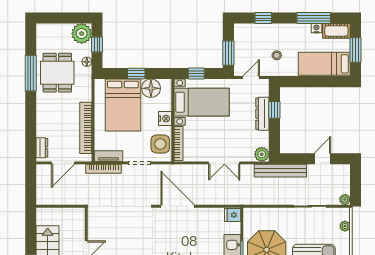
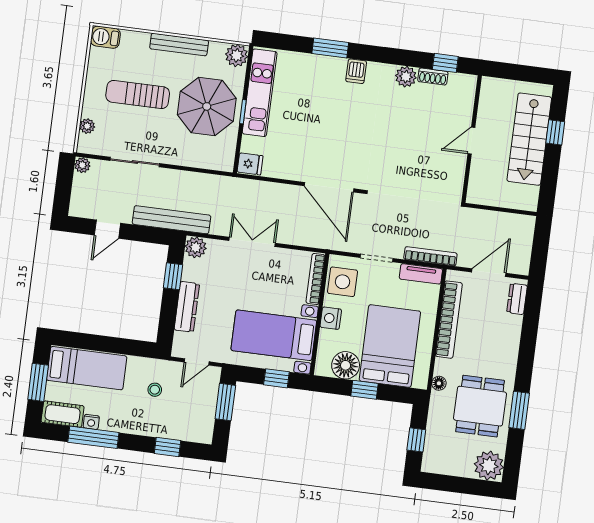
plant: (82, 34) -> (489, 466), moved
floor lamp: (87, 62) -> (439, 383), moved
window: (31, 73) -> (519, 410), width x0.69
window: (274, 110) -> (173, 276), moved

